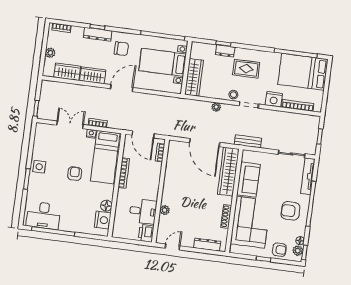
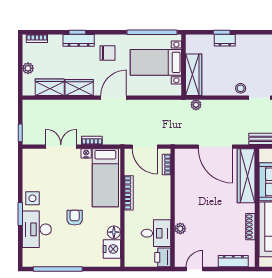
rug: (246, 69) -> (251, 57), removed
plant: (216, 107) -> (196, 105), moved
armchair: (75, 174) -> (75, 218), moved
desk: (43, 215) -> (37, 229), moved, turned 90

